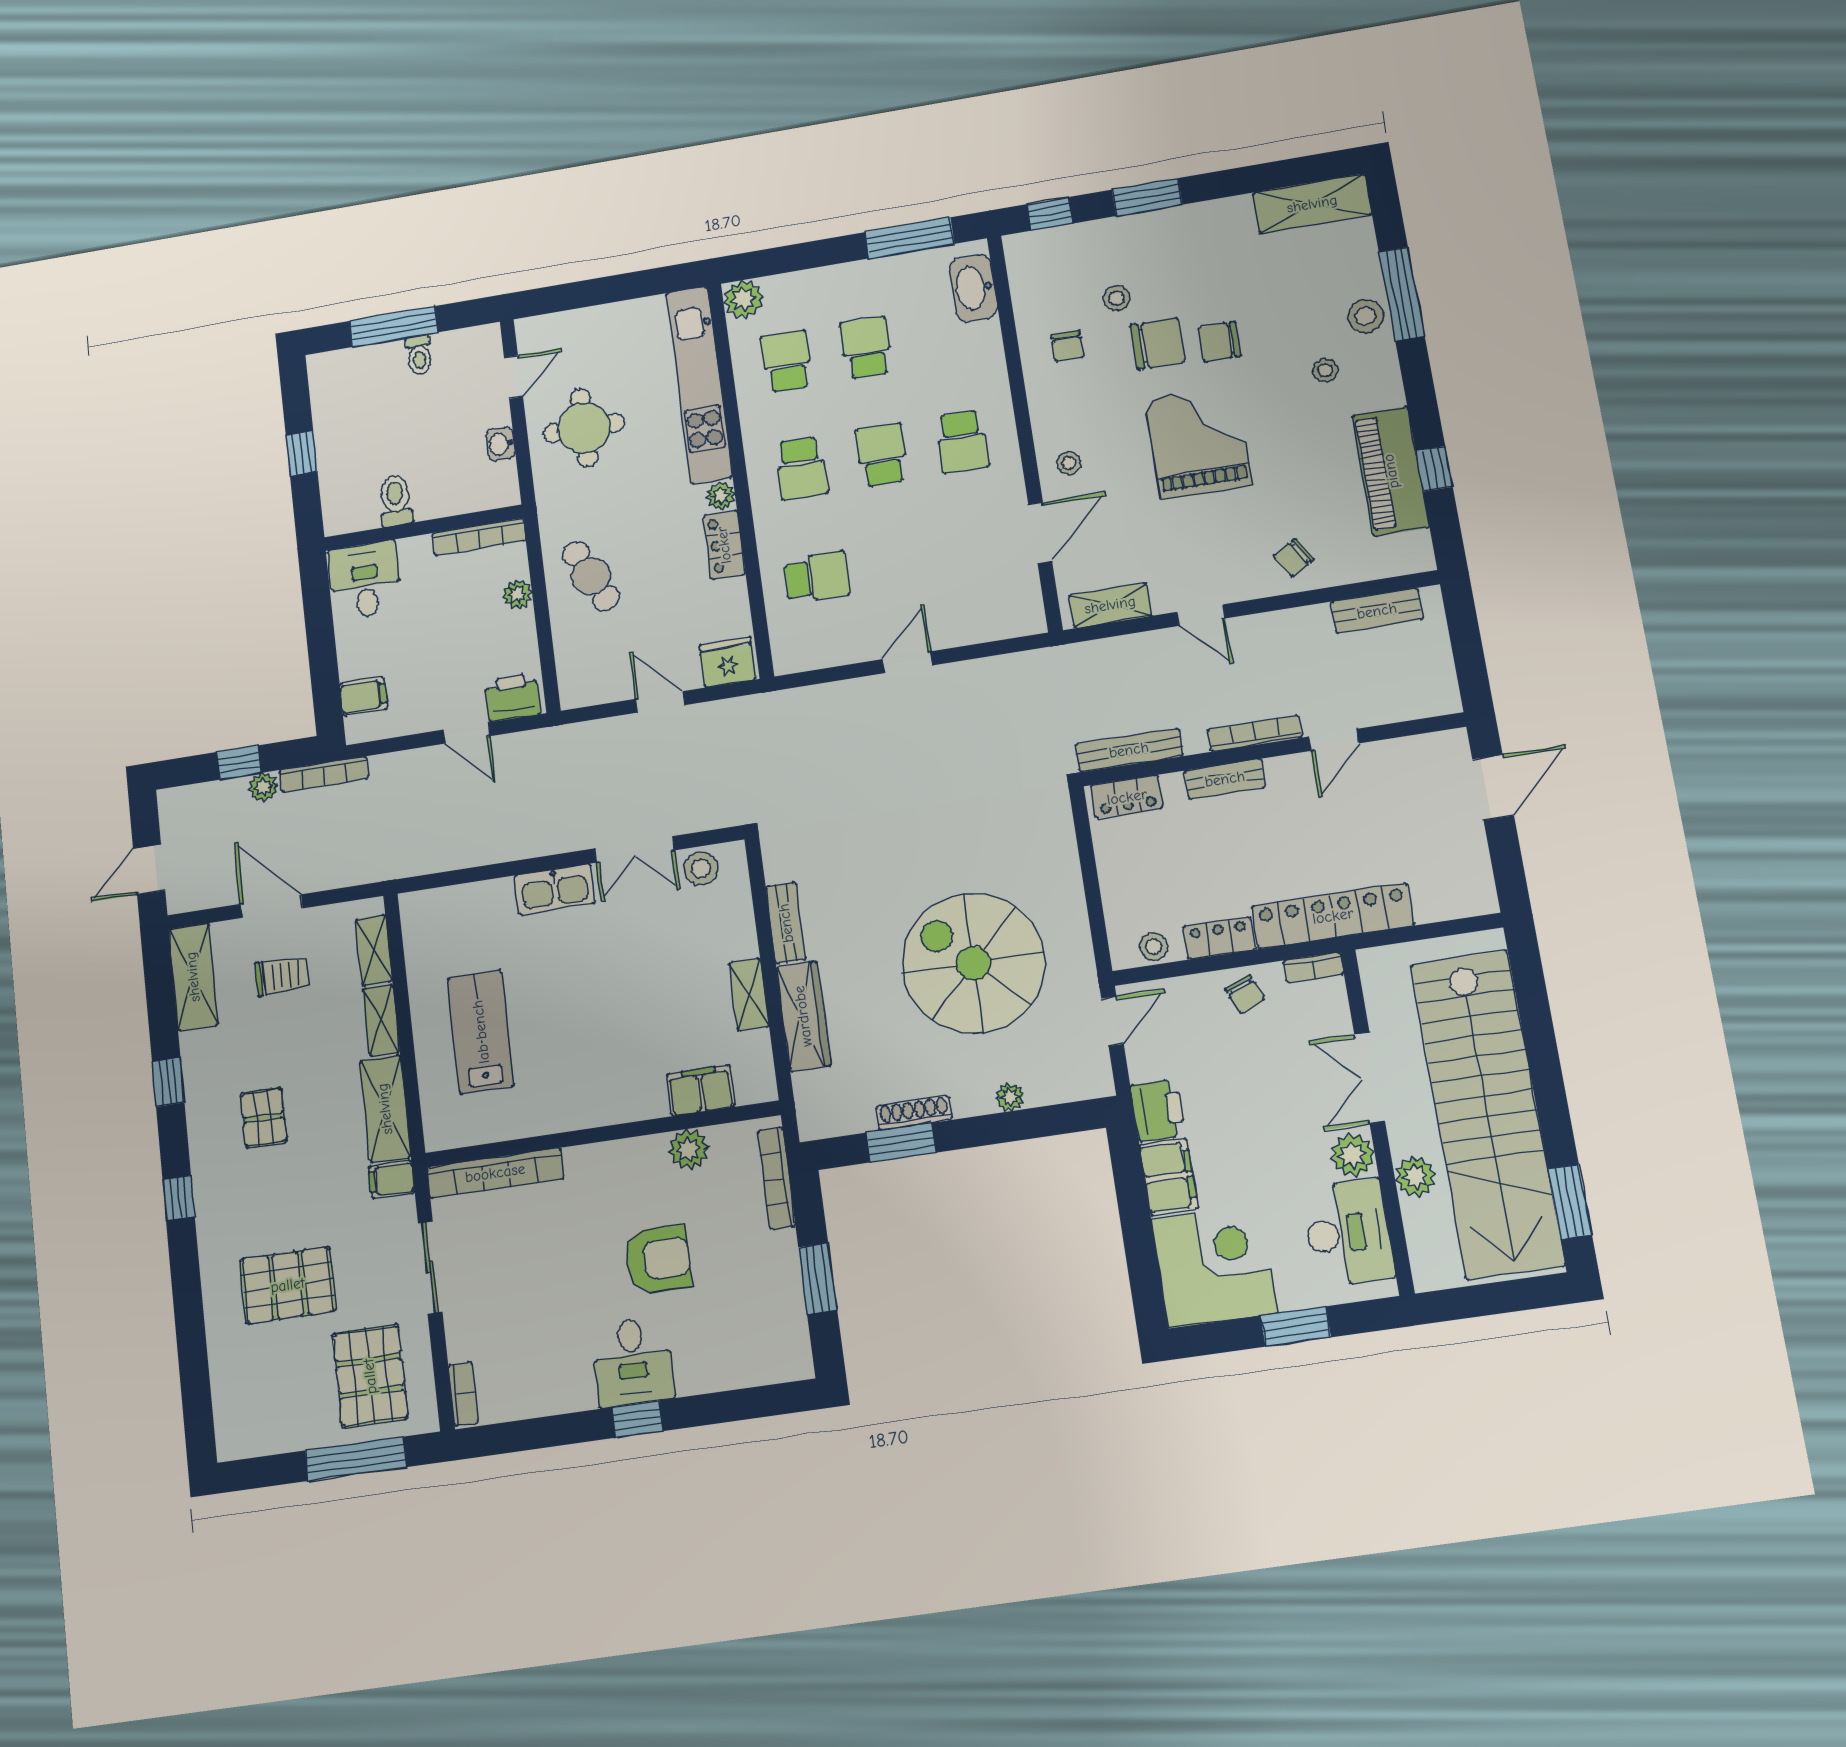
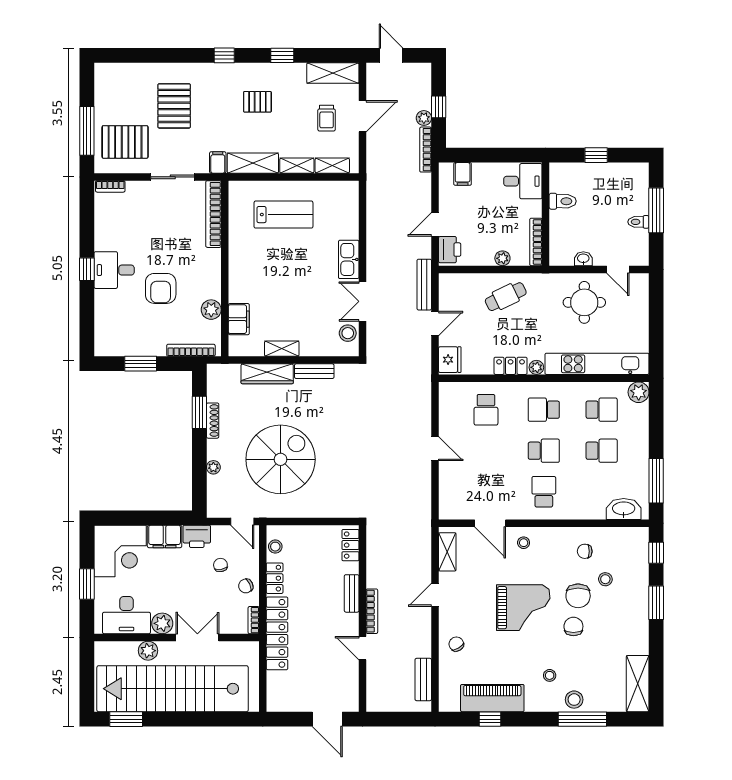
school desk: (962, 442) -> (544, 492), turned 90
bench: (1129, 750) -> (424, 285), moved
chair: (1210, 1052) -> (220, 565), added

